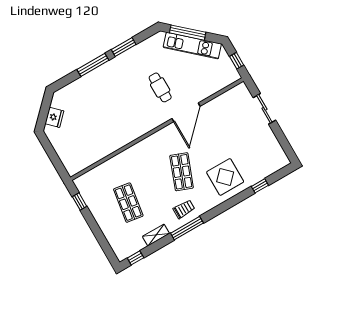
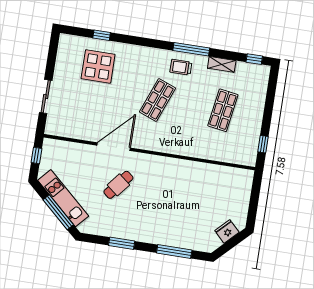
window: (93, 65) -> (174, 252), moved
cafe table: (160, 87) -> (118, 185), turned 39
display table: (225, 177) -> (98, 66), moved

